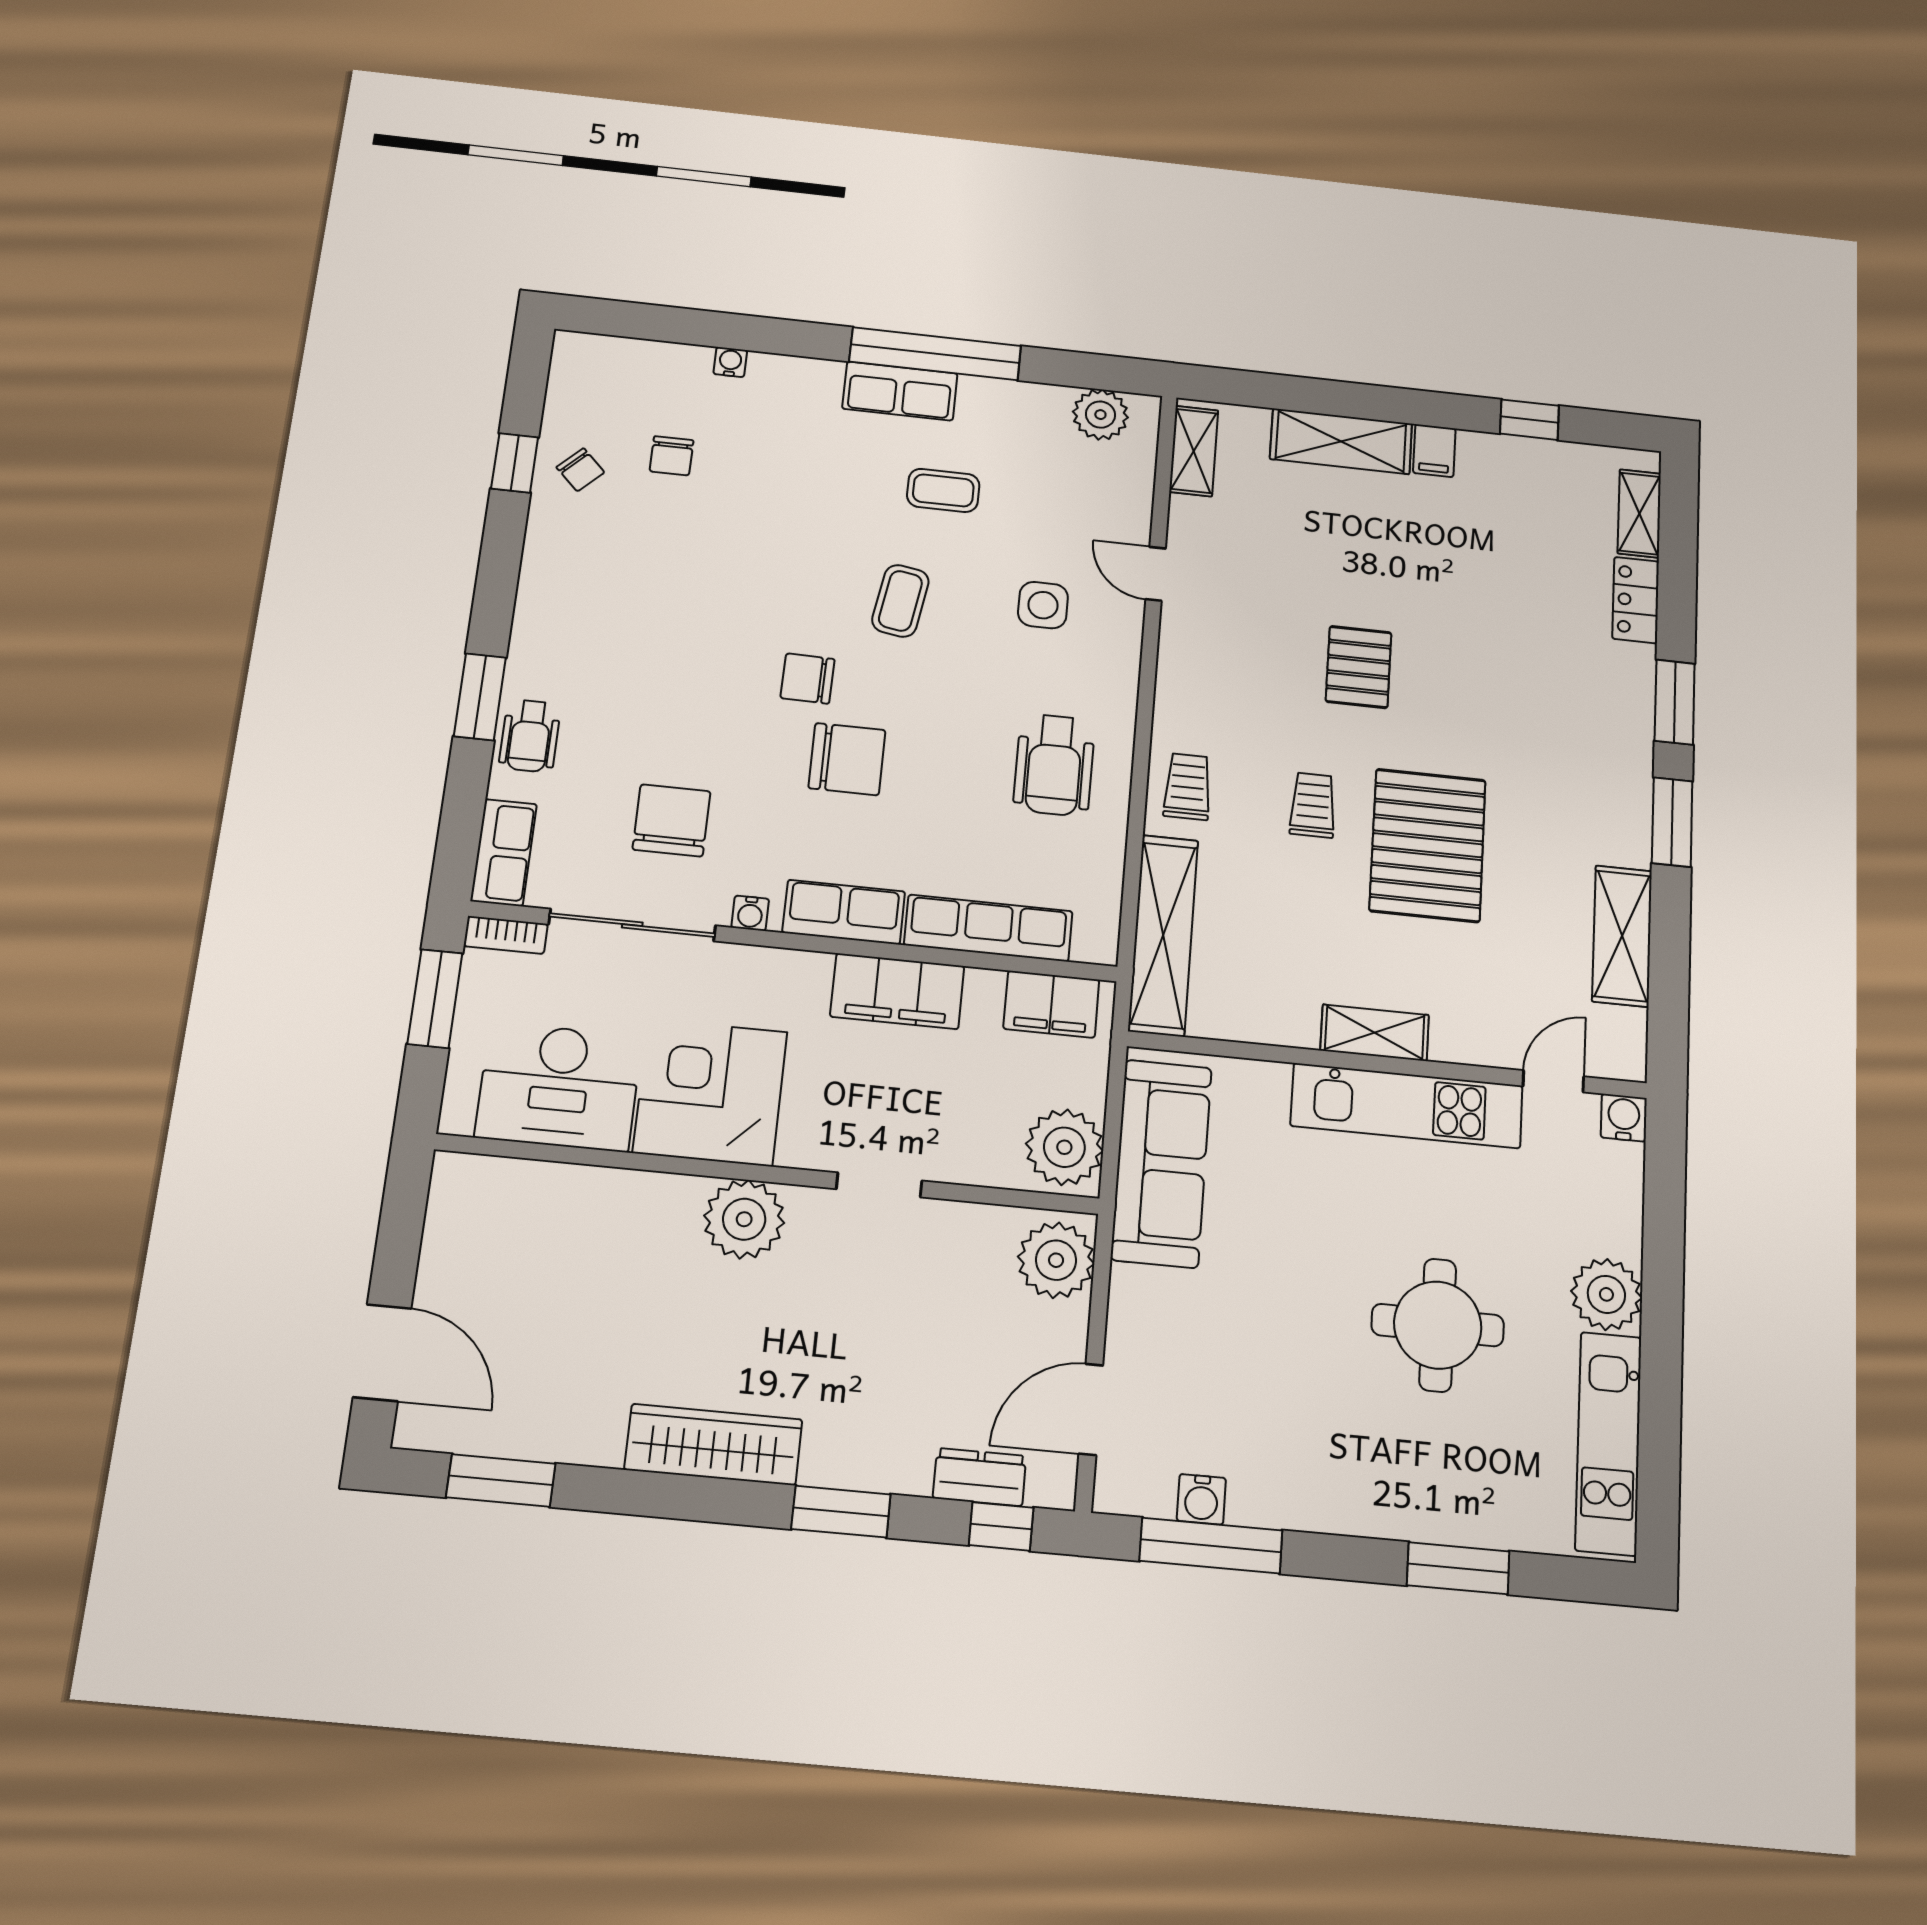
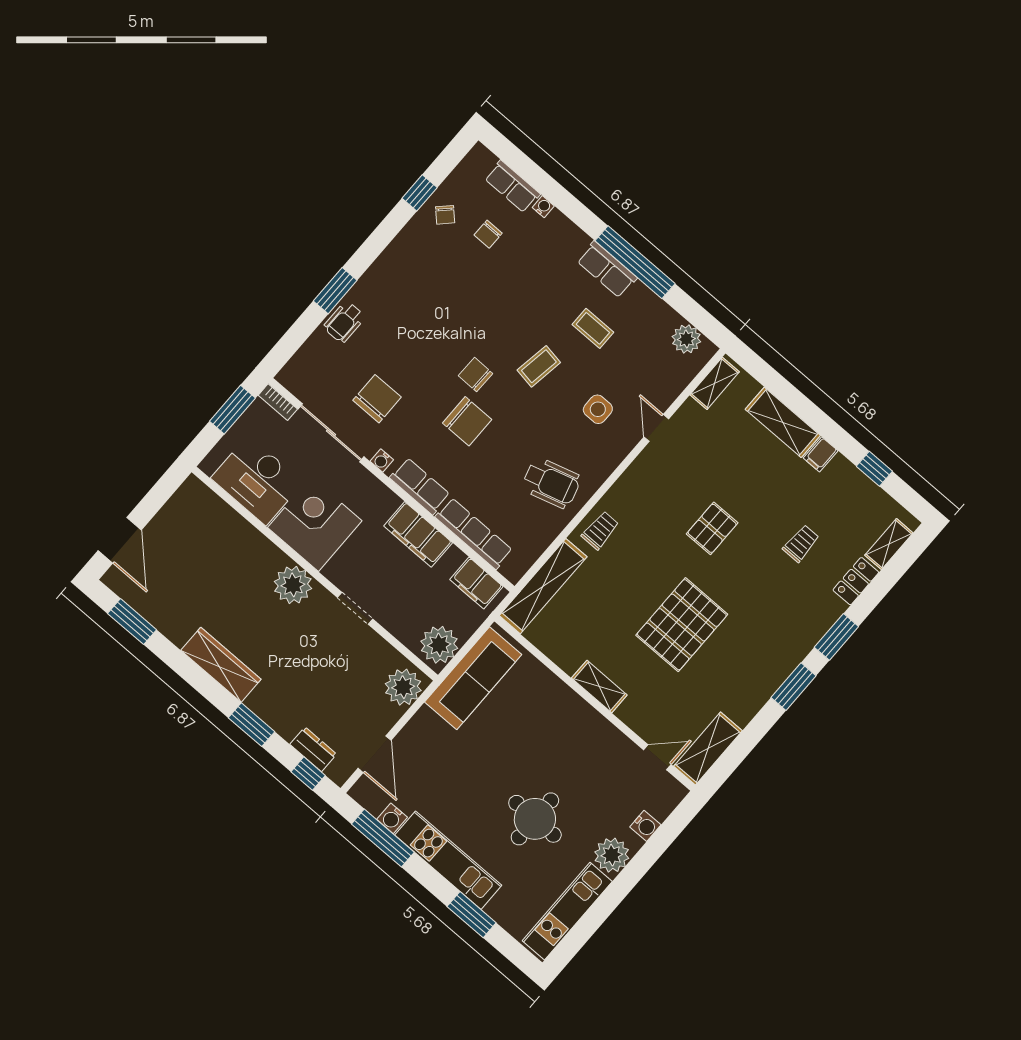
wheelchair: (1054, 765) -> (551, 483), turned -106
trolley: (1313, 805) -> (801, 543), moved
row of seats: (504, 852) -> (512, 186), moved, turned 90
shelving: (1622, 936) -> (708, 748), moved
kitchen unit: (1407, 1106) -> (448, 860), moved, turned 180
water cooler: (1624, 1118) -> (645, 826), moved, turned 90
door: (1091, 1409) -> (375, 754), swing flipped

